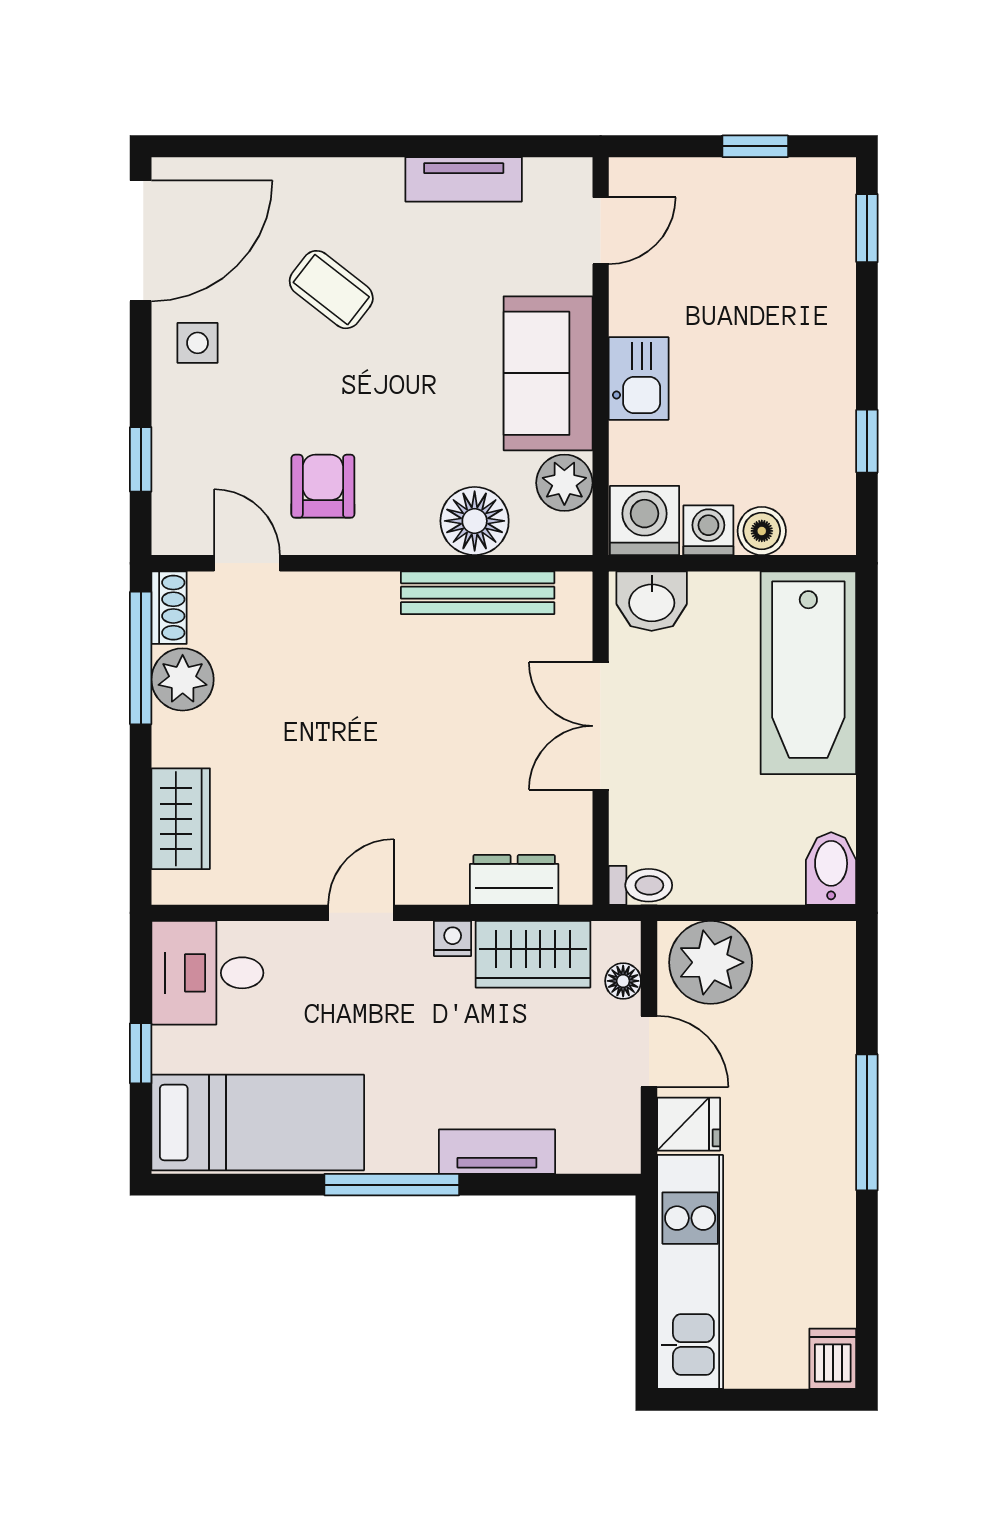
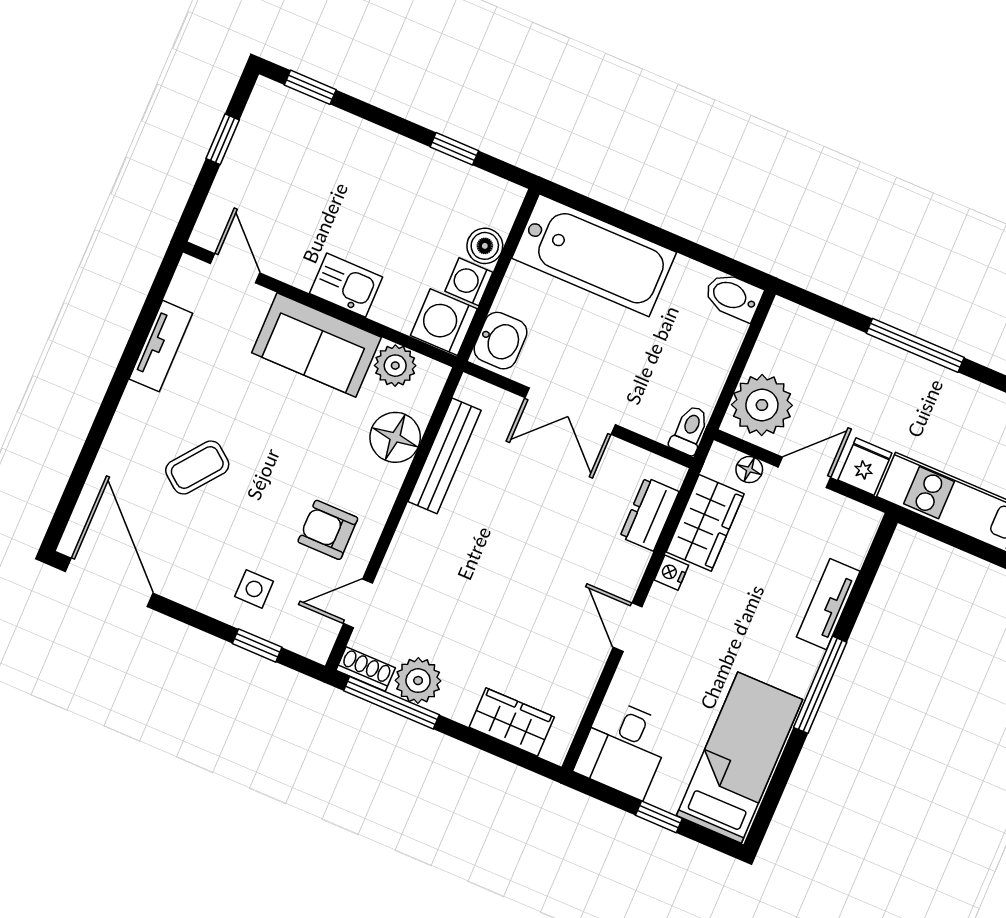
side table: (198, 343) -> (254, 589), moved

